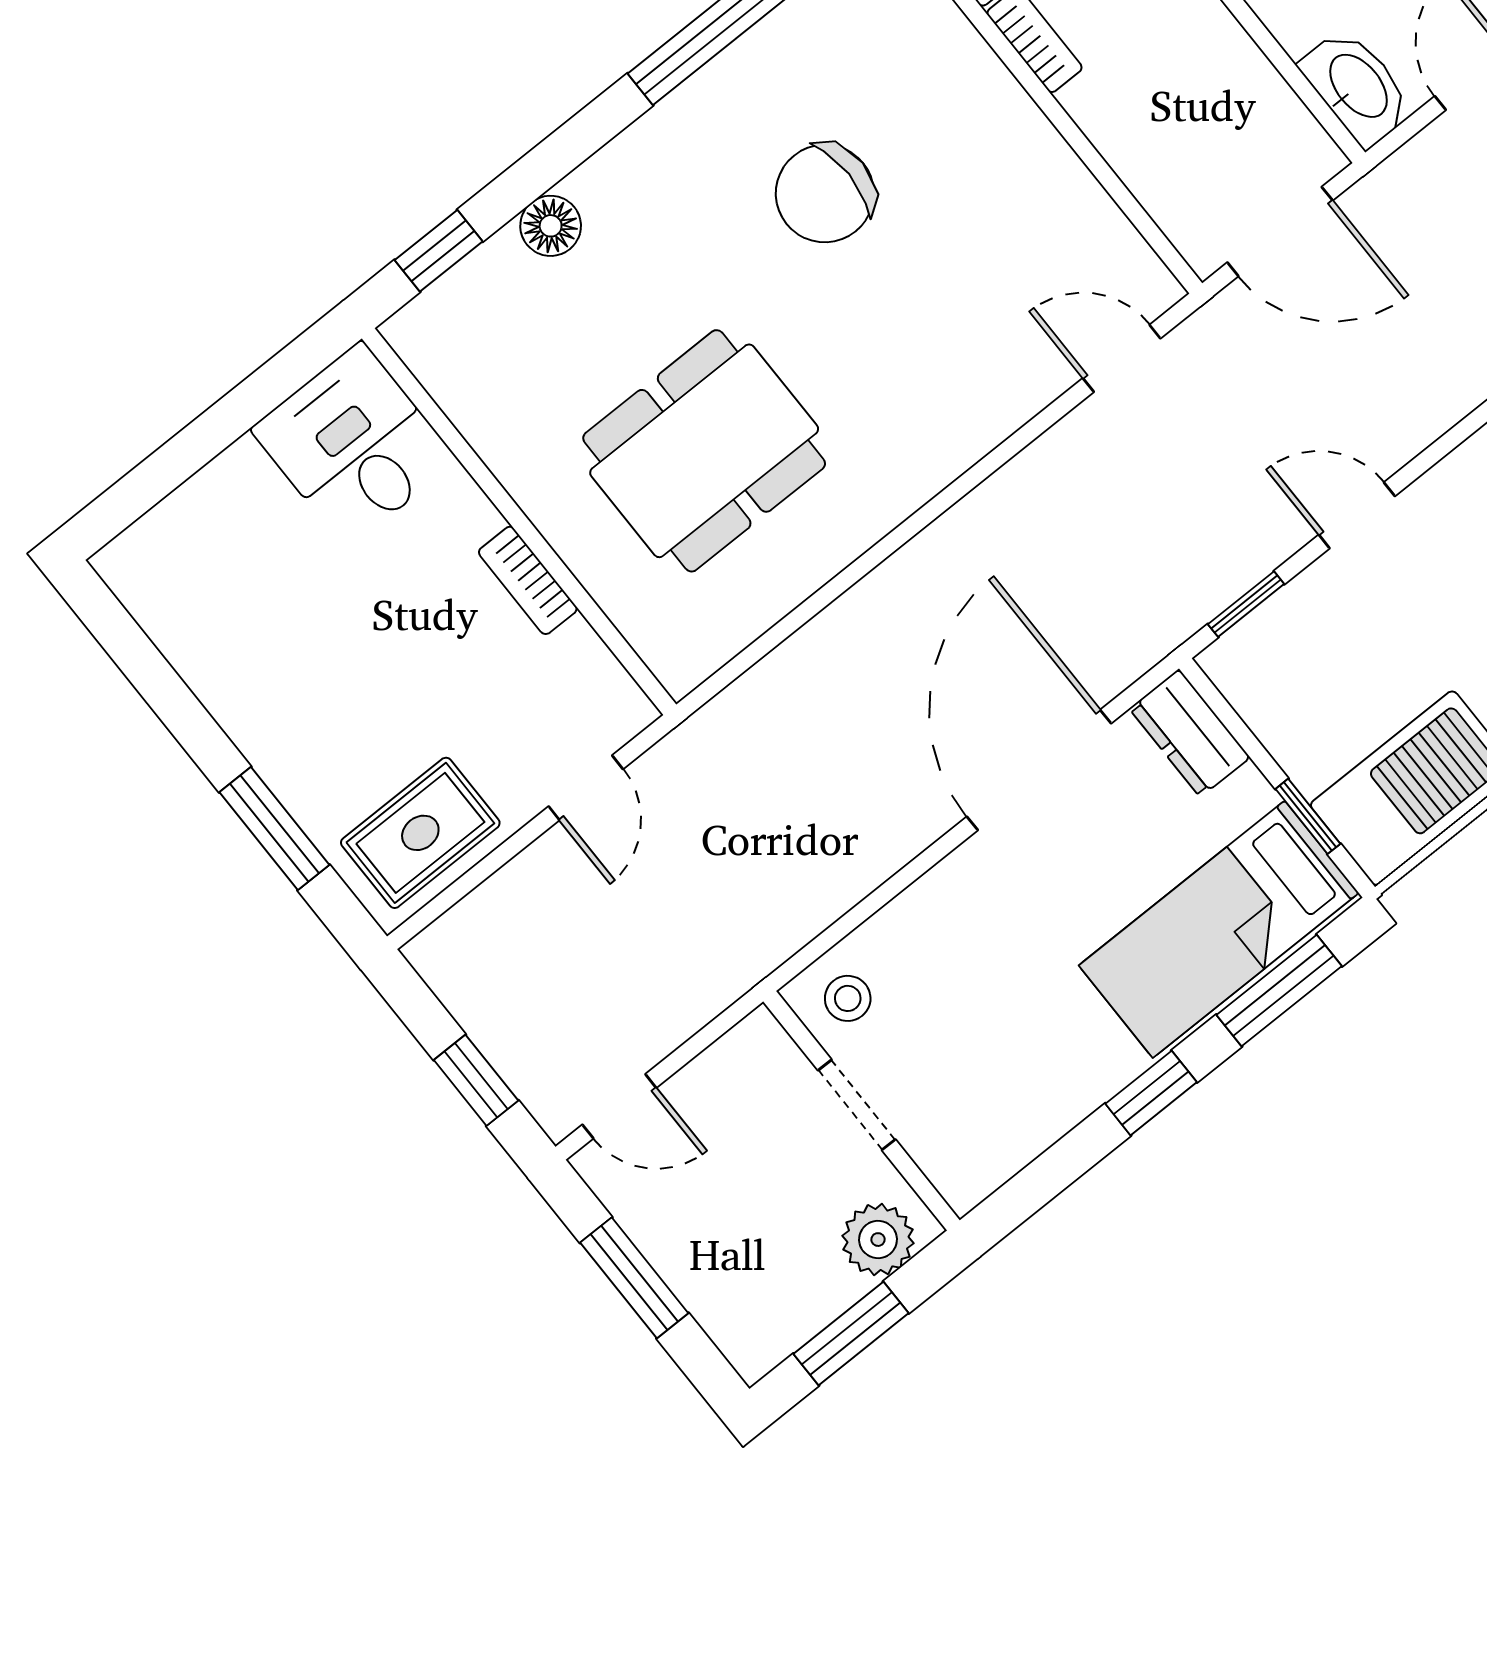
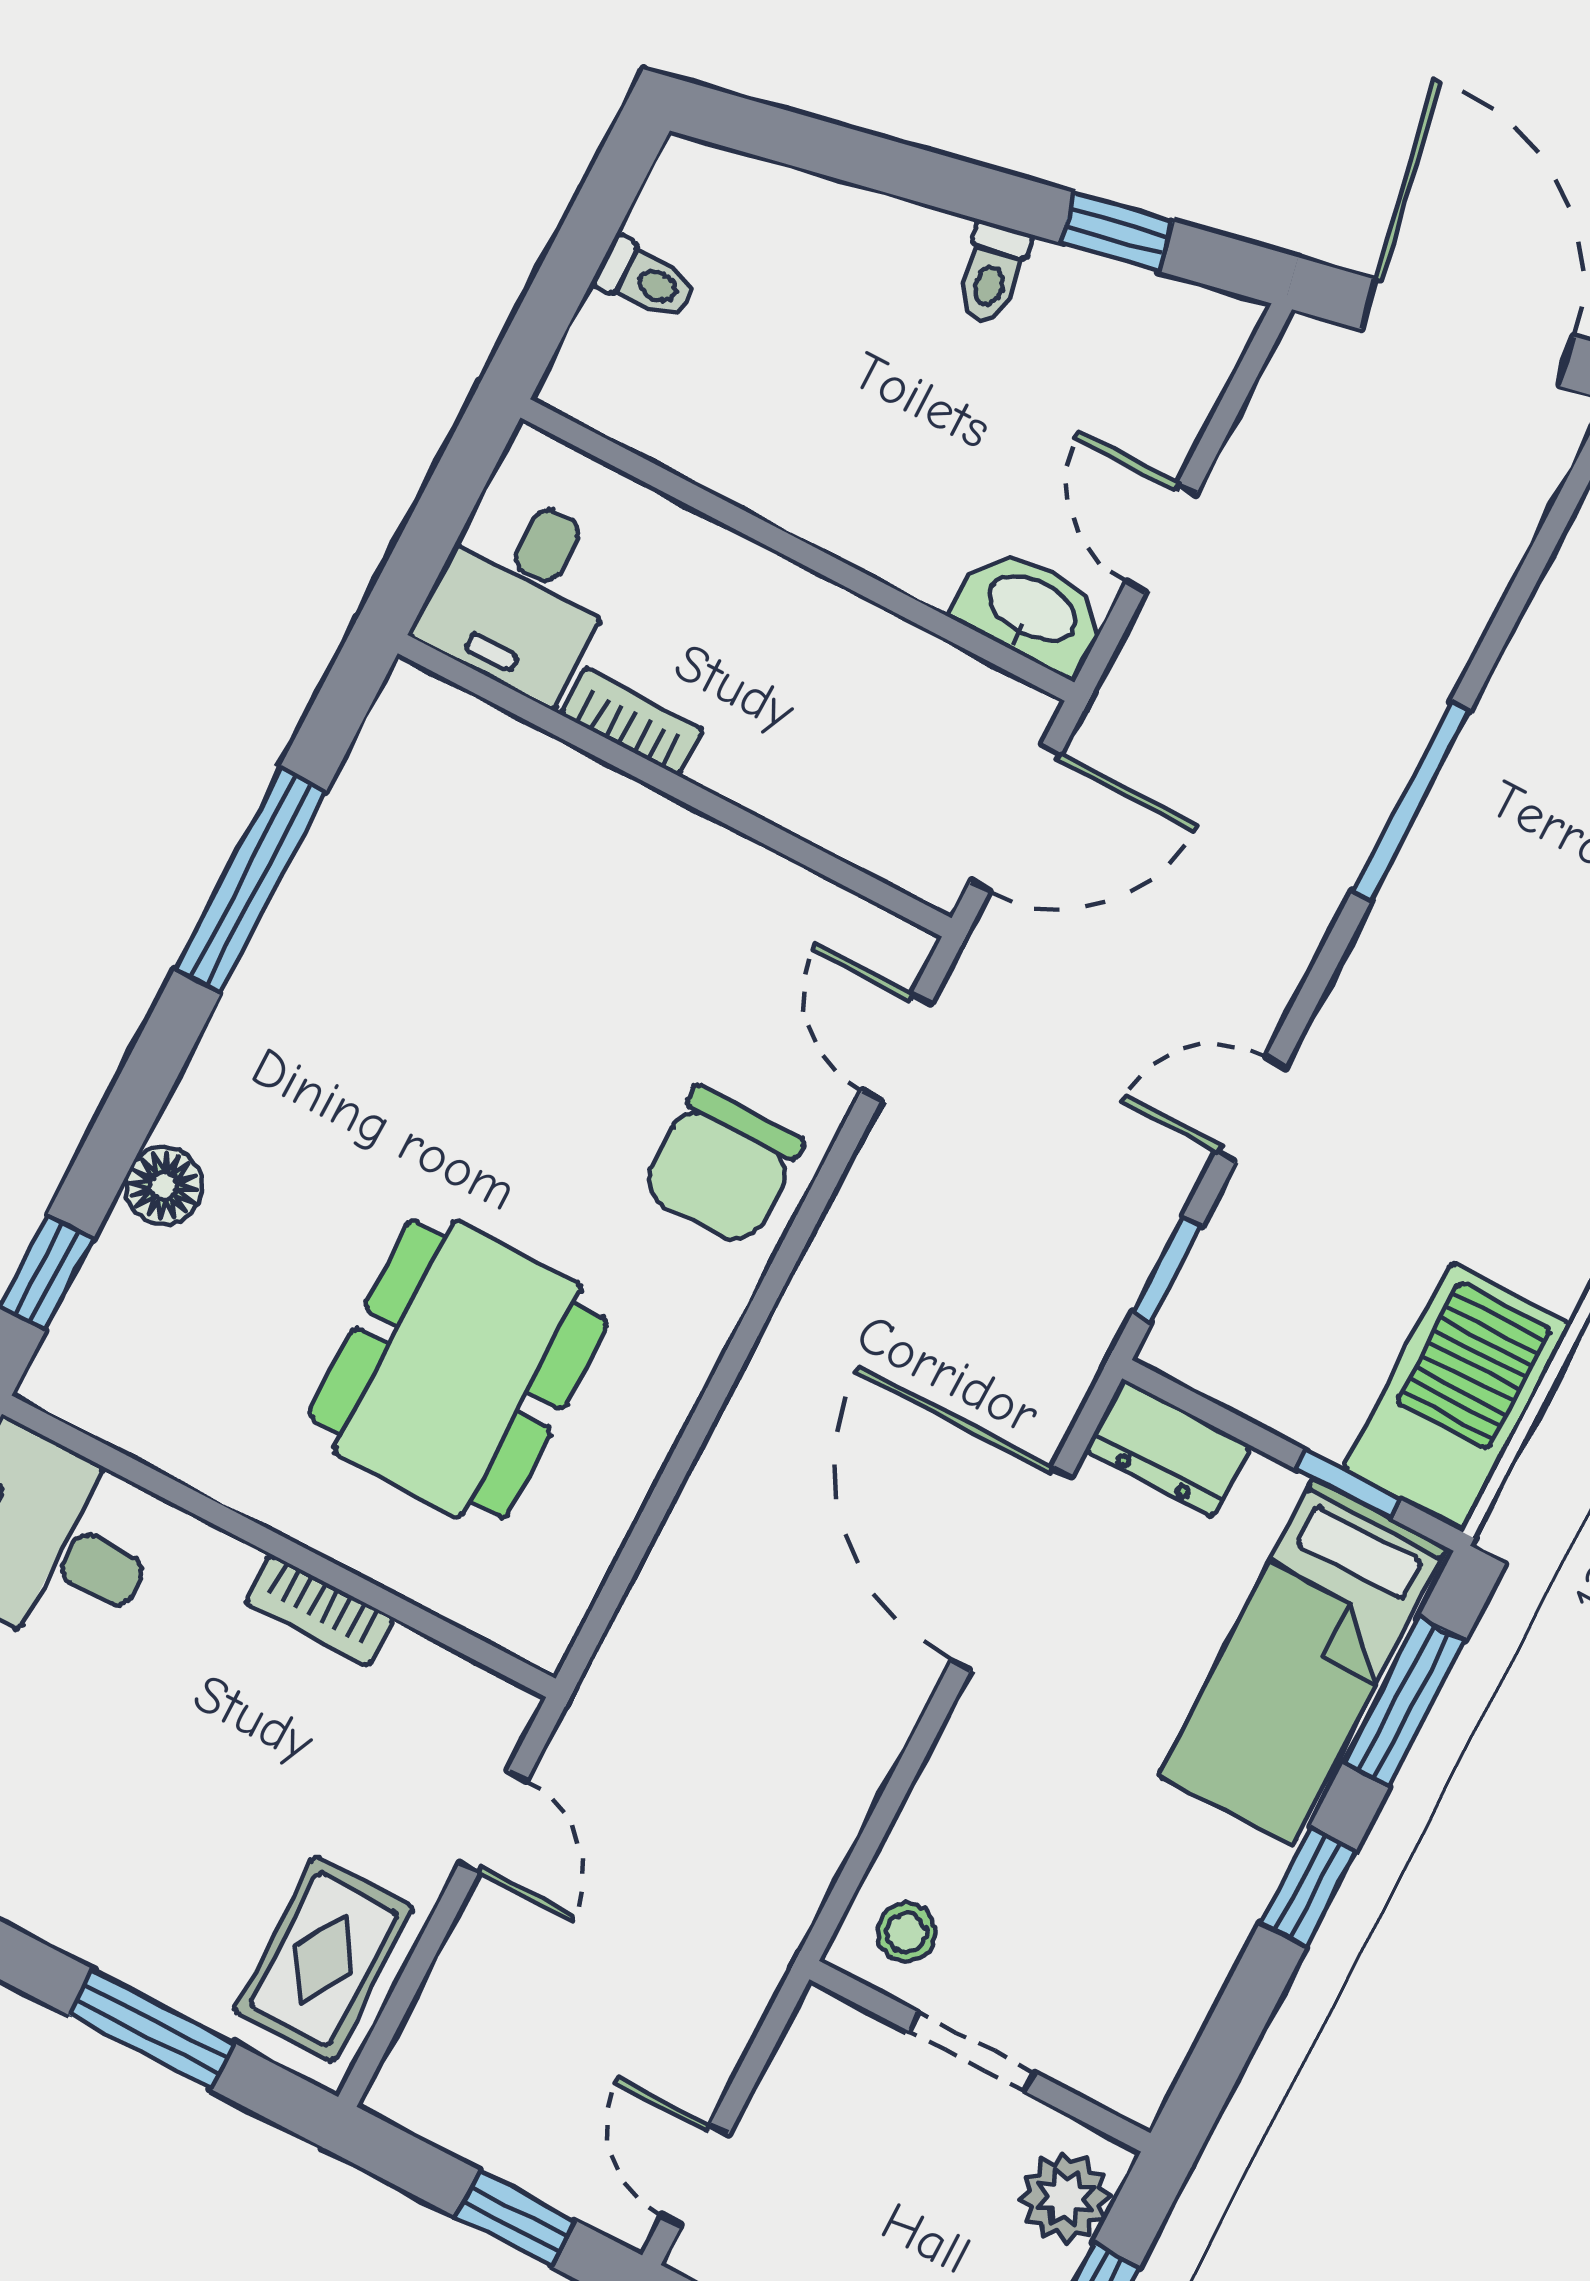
chair: (825, 193) -> (722, 1166), moved
door: (1122, 358) -> (896, 1047), hinge flipped
door: (619, 1106) -> (696, 2175), swing flipped

